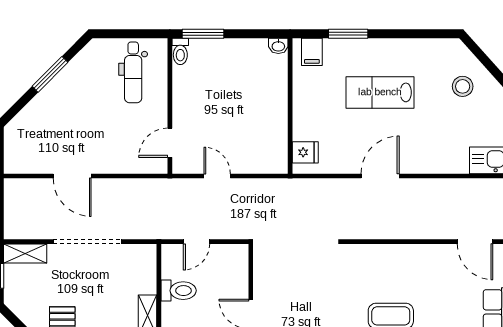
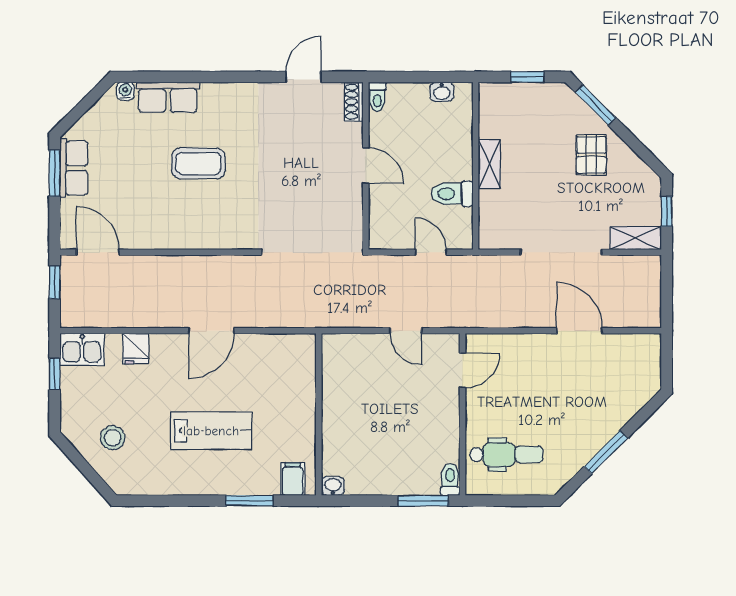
dental chair: (133, 72) -> (506, 455), turned 90
fridge: (305, 152) -> (136, 349), moved, turned -90
door: (196, 242) -> (431, 252), hinge flipped

